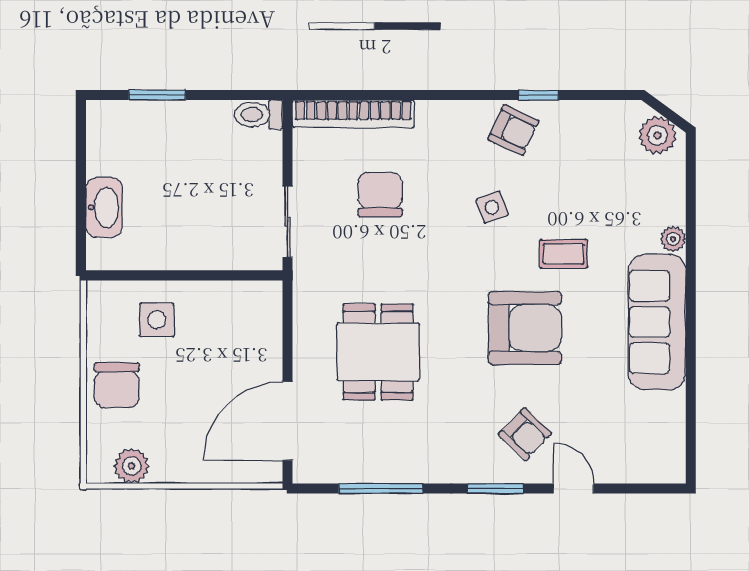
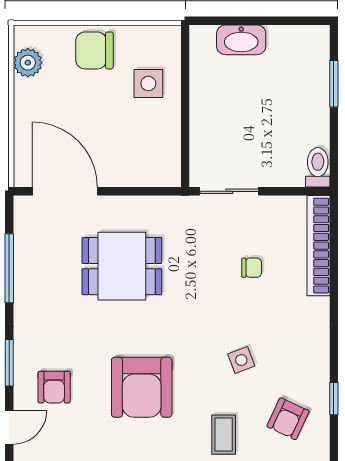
armchair: (513, 130) -> (288, 419), moved
chair: (380, 195) -> (252, 268), width x0.54, depth x0.54
coffee table: (564, 254) -> (224, 435), moved
armchair: (525, 434) -> (54, 387), turned -44

